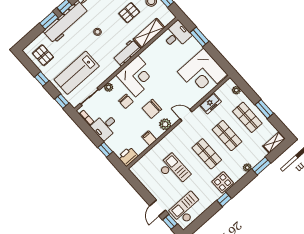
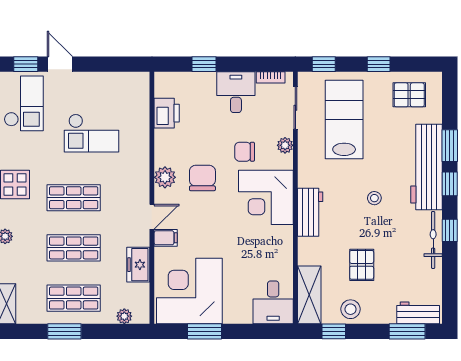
shelving: (149, 33) -> (309, 295), moved
window: (199, 37) -> (205, 331), moved
filing cabinet: (149, 138) -> (166, 238), moved
printer: (128, 157) -> (167, 113), moved

